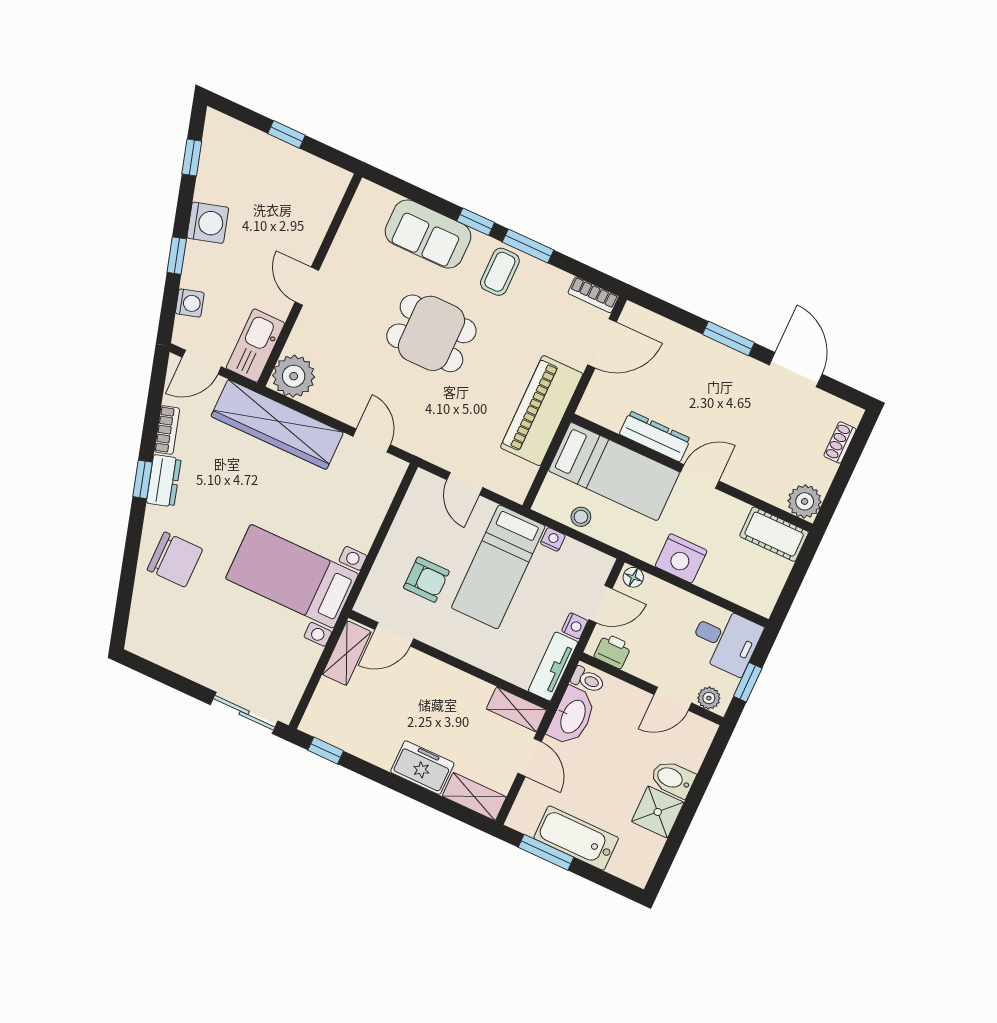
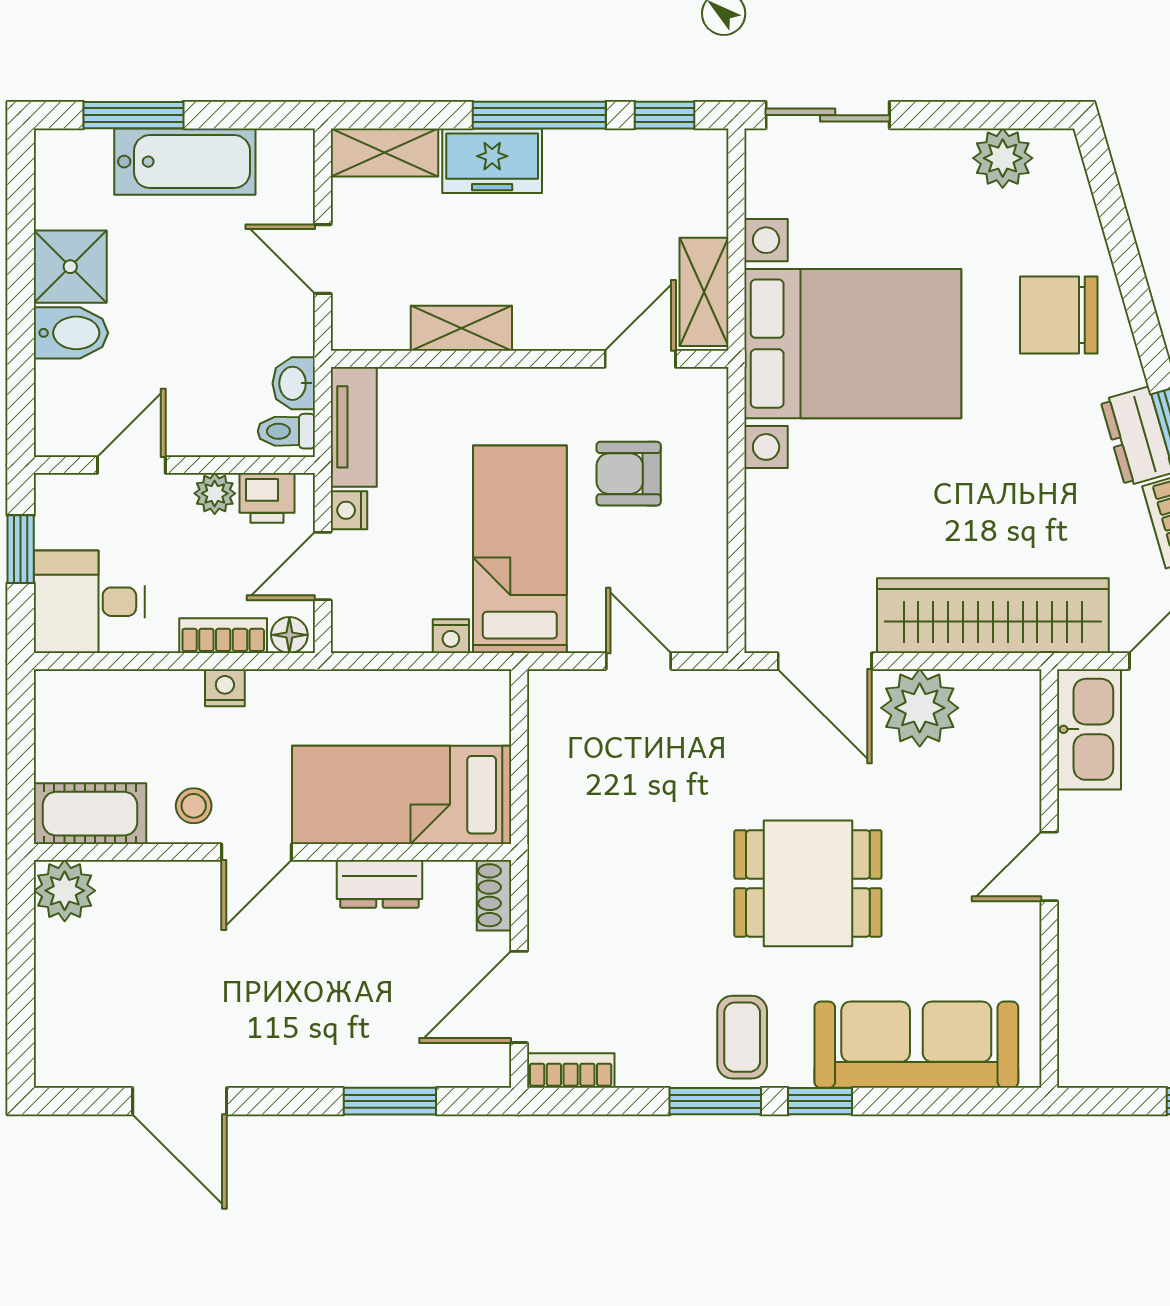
sofa: (428, 234) -> (916, 1045), width x1.36
door: (307, 286) -> (1049, 866), swing flipped
window: (728, 339) -> (390, 1101), moved
plant: (294, 376) -> (920, 708), moved
piano: (542, 411) -> (567, 840), removed
dresser: (655, 436) -> (379, 884), width x0.70
door: (372, 441) -> (825, 661), width x1.37
shoe rack: (840, 443) -> (494, 895), moved, turned 180
stool: (581, 517) -> (194, 806), moved
nightstand: (681, 558) -> (225, 688), width x0.53, depth x0.56
bed with nightstands: (292, 576) -> (853, 344), width x1.36
bookcase: (666, 592) -> (223, 636), added
plant: (167, 651) -> (1003, 158), added
plant: (709, 698) -> (215, 493), moved
shelving: (516, 709) -> (461, 328), moved
washbasin: (572, 716) -> (294, 383), width x0.52, depth x0.69
window: (388, 779) -> (539, 115), added
window: (546, 852) -> (133, 115), moved

